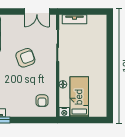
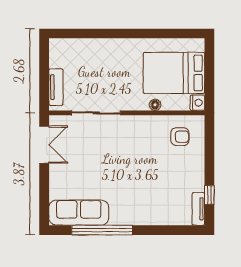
armchair: (25, 58) -> (115, 162), removed
bed: (79, 97) -> (174, 73), width x1.50

